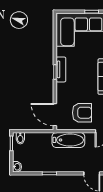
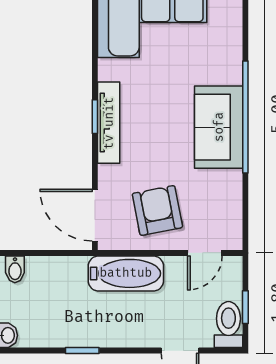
tv unit: (61, 69) -> (109, 123), width x1.41
armchair: (82, 113) -> (157, 210), turned -101

